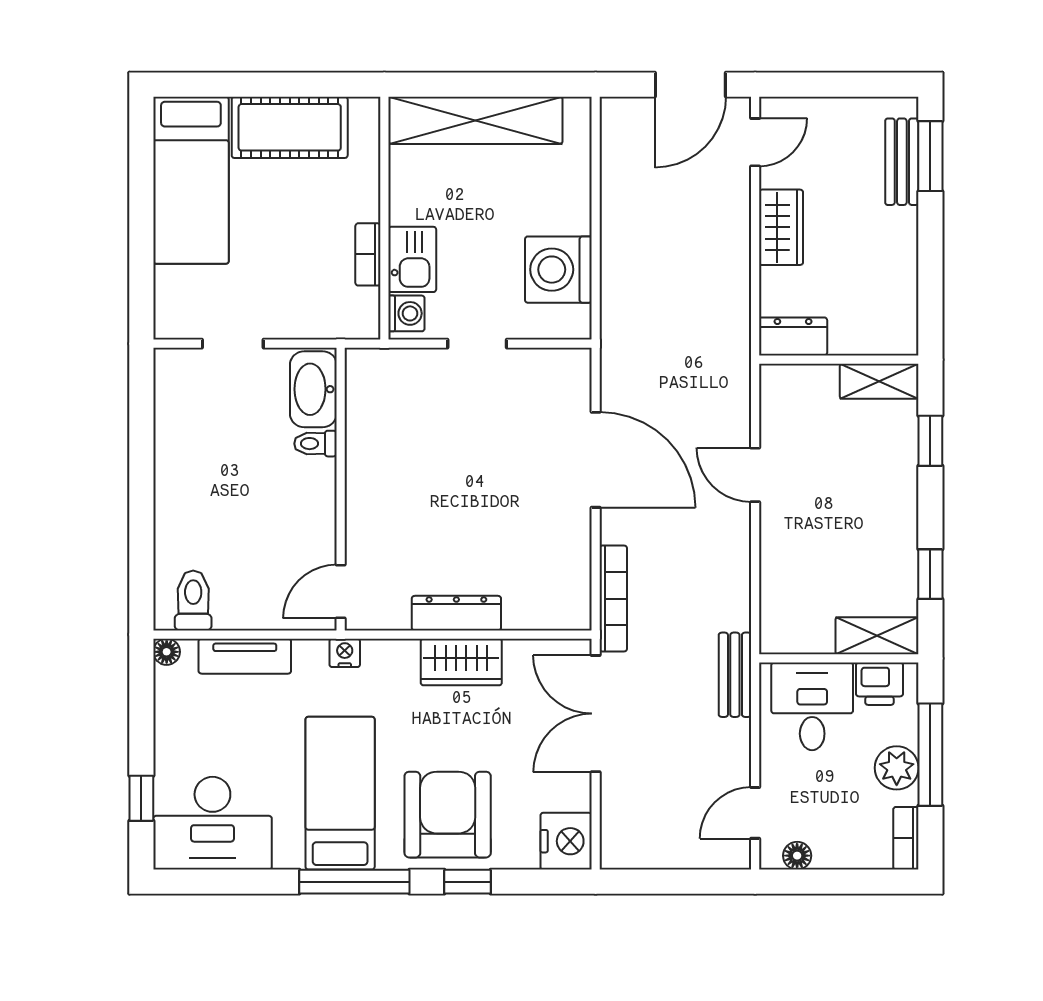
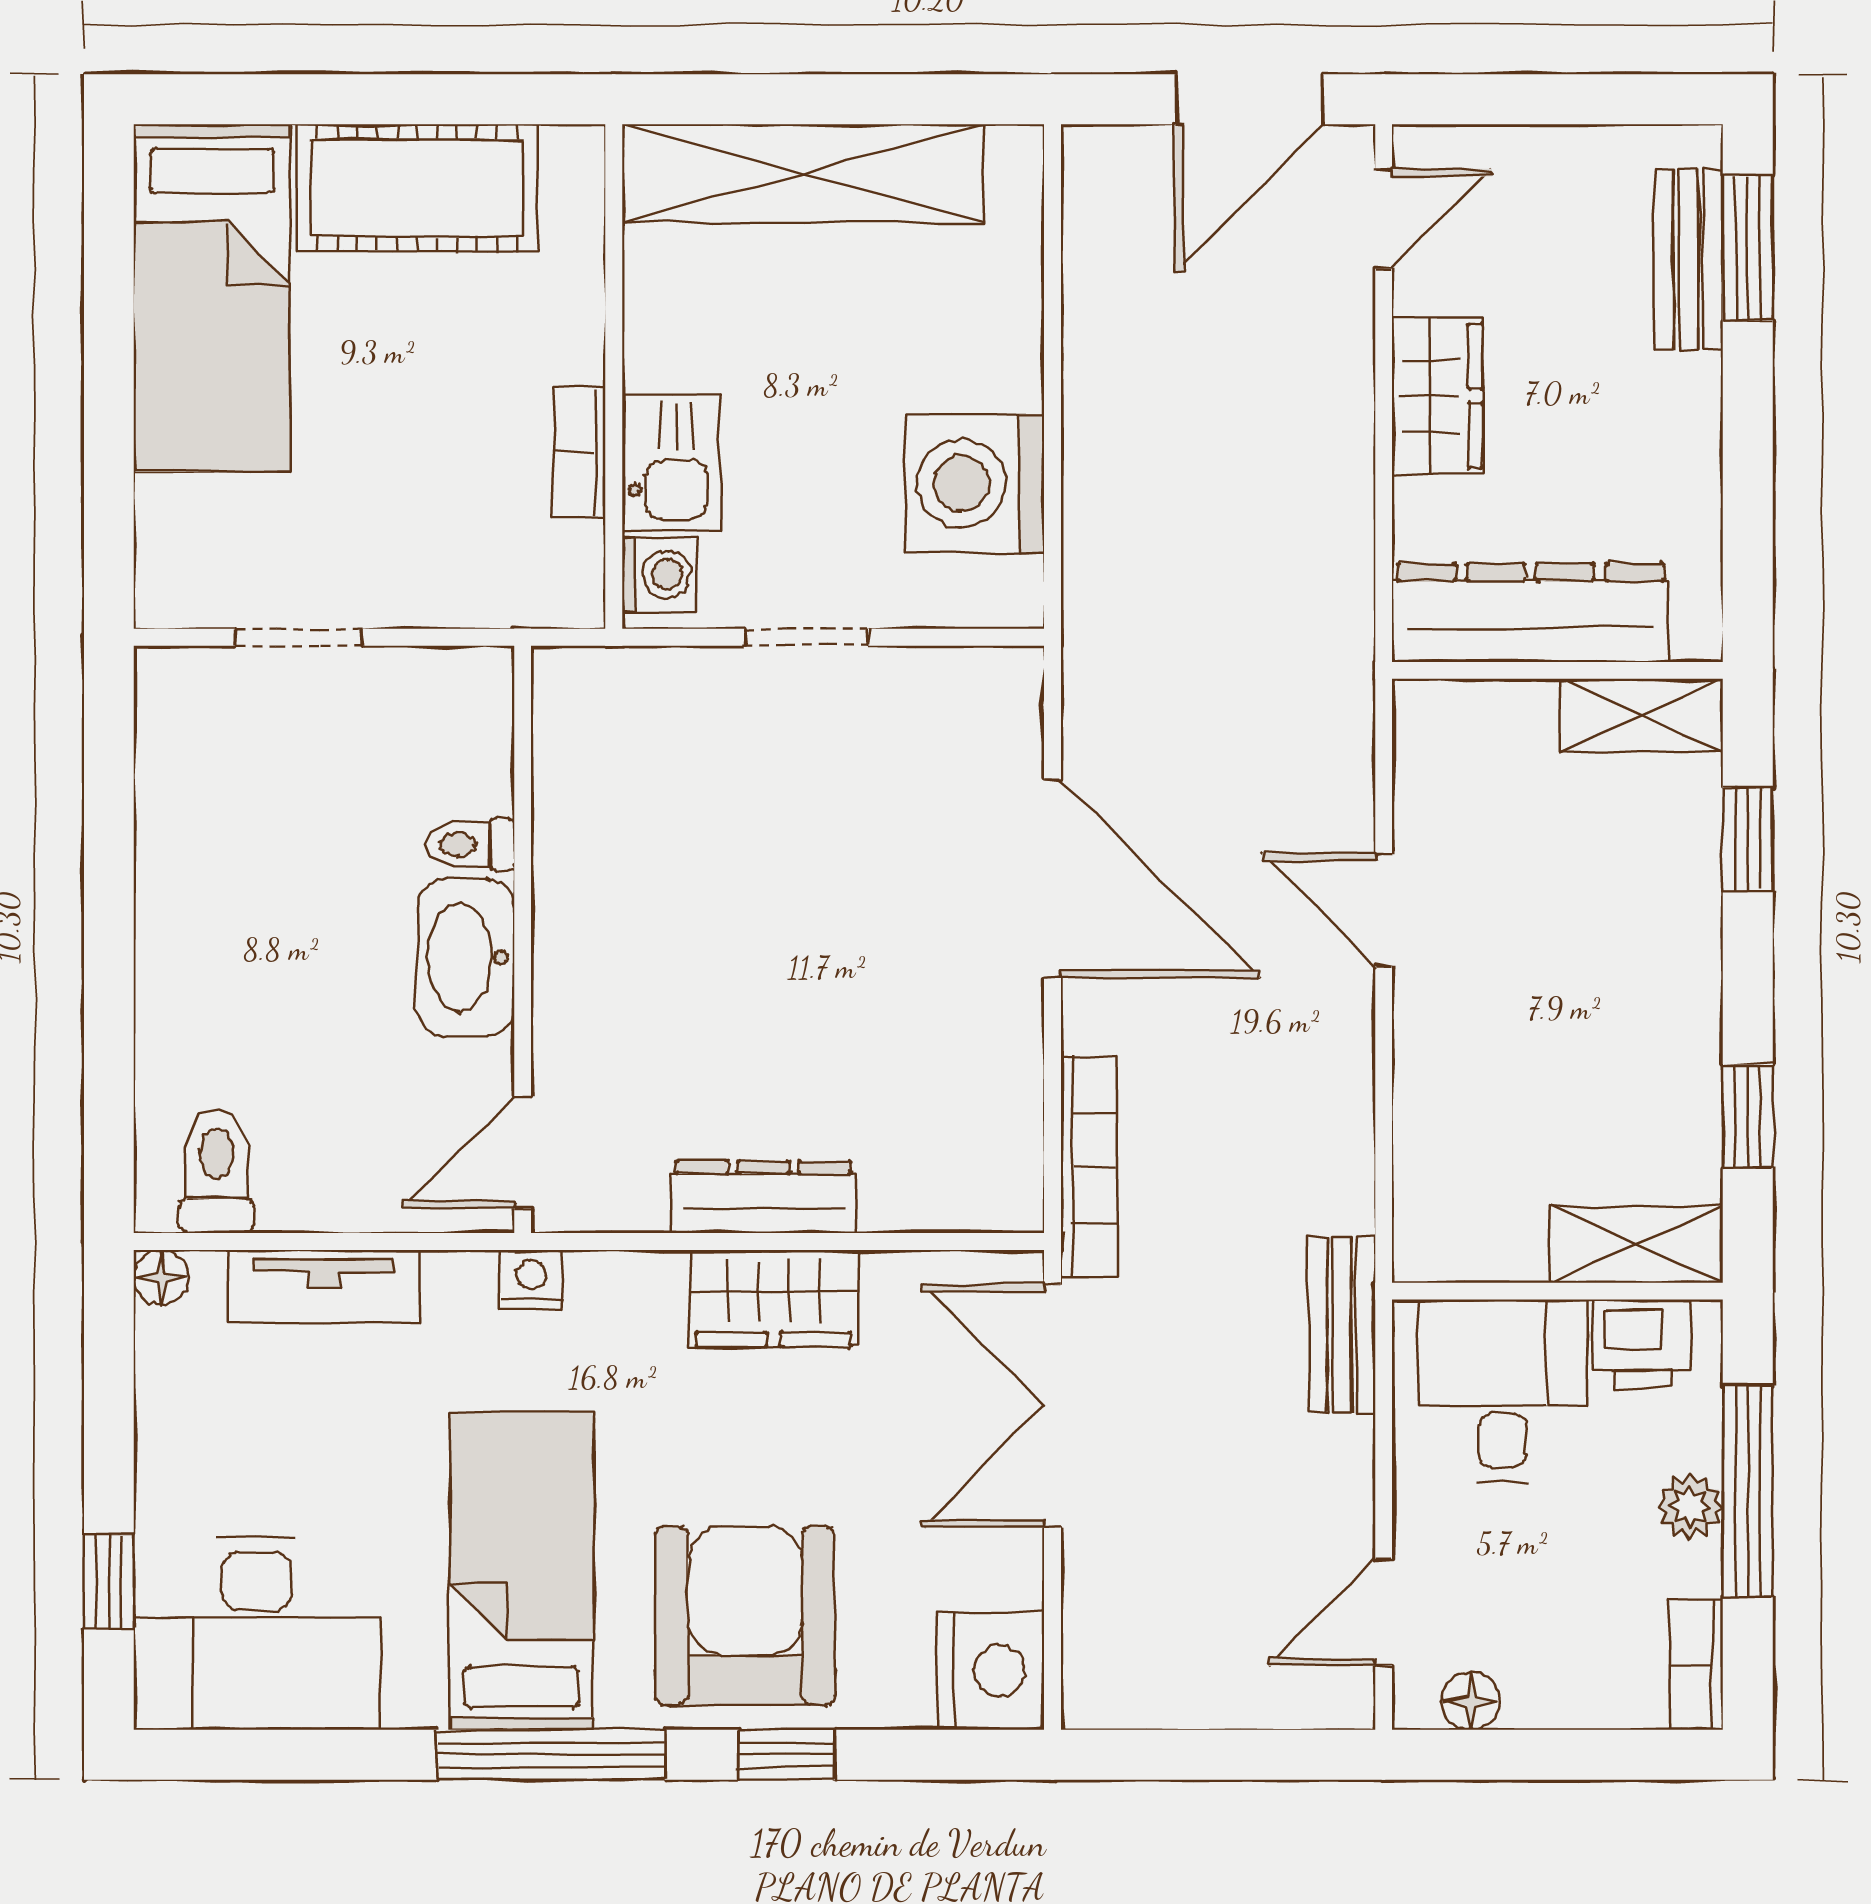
dresser: (793, 336) -> (1530, 613), width x1.96, depth x1.24
washbasin: (313, 389) -> (466, 958), moved
plant: (897, 768) -> (1690, 1506), width x0.73, depth x0.73

